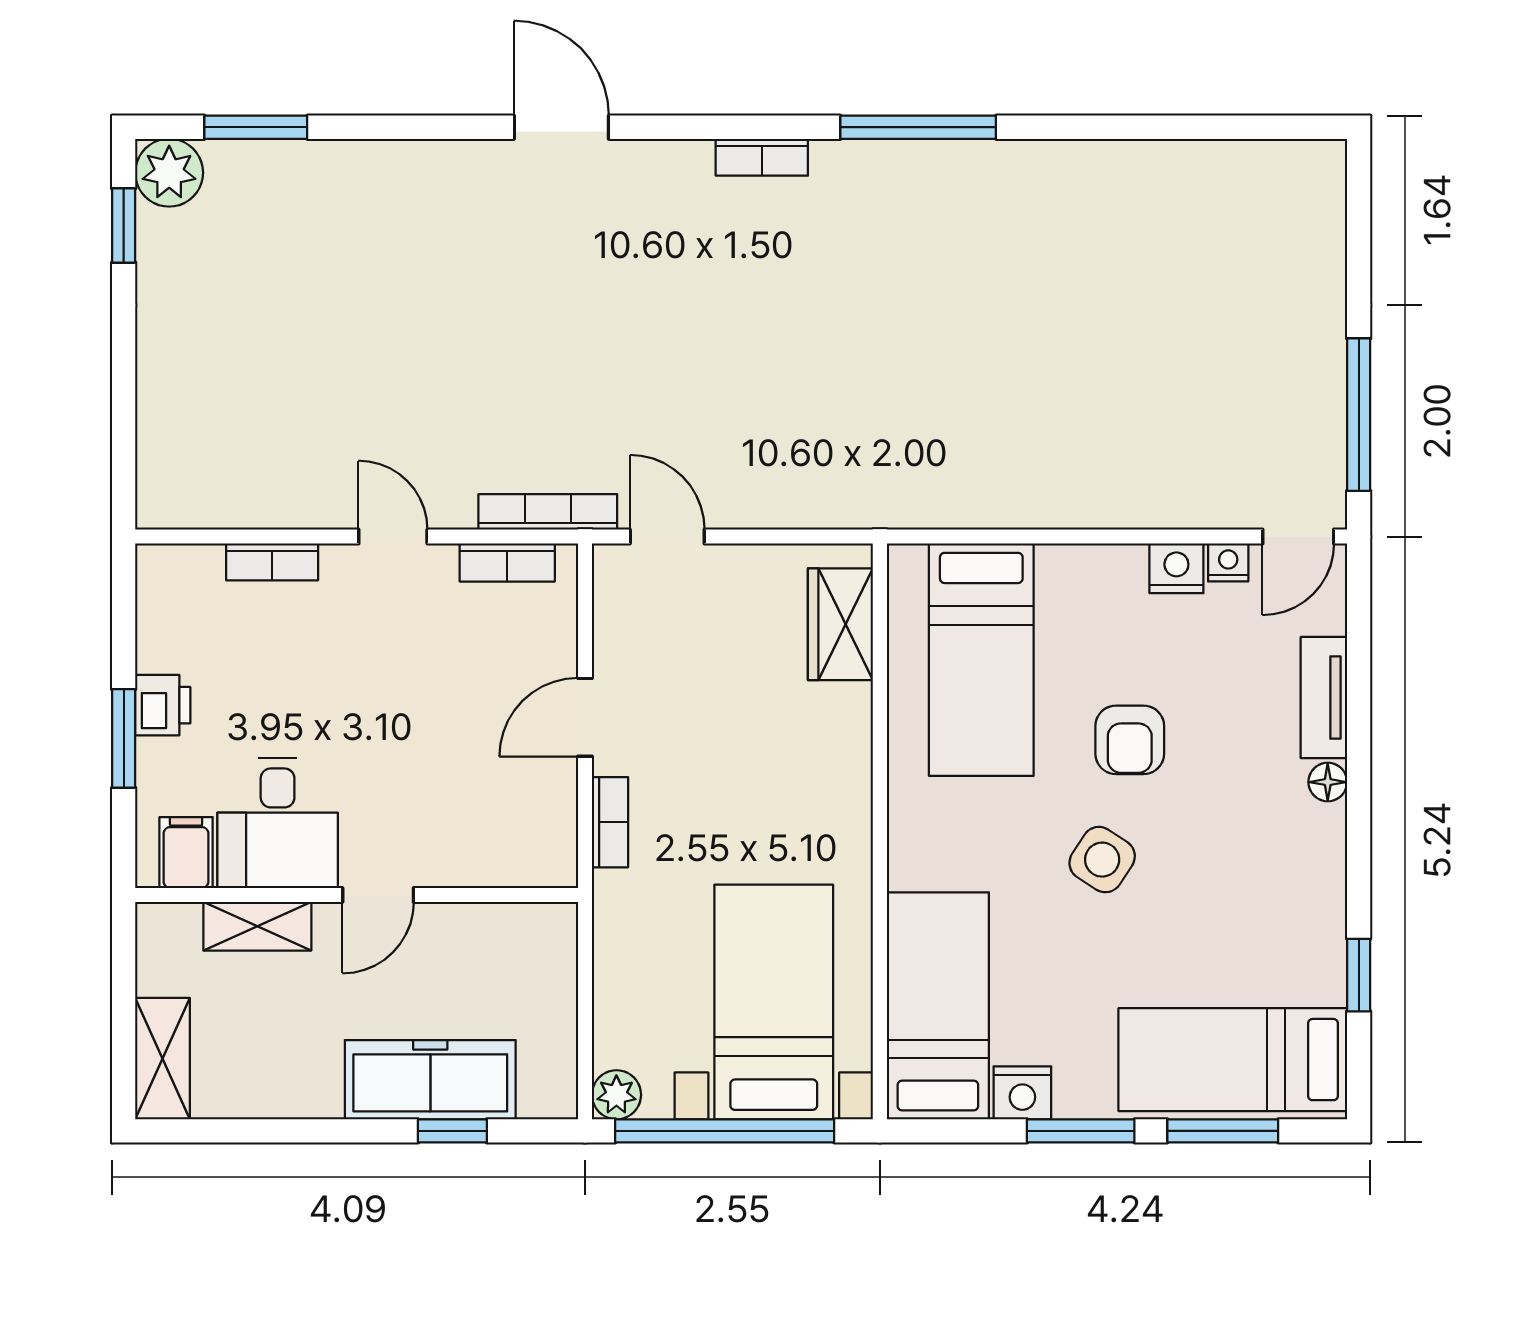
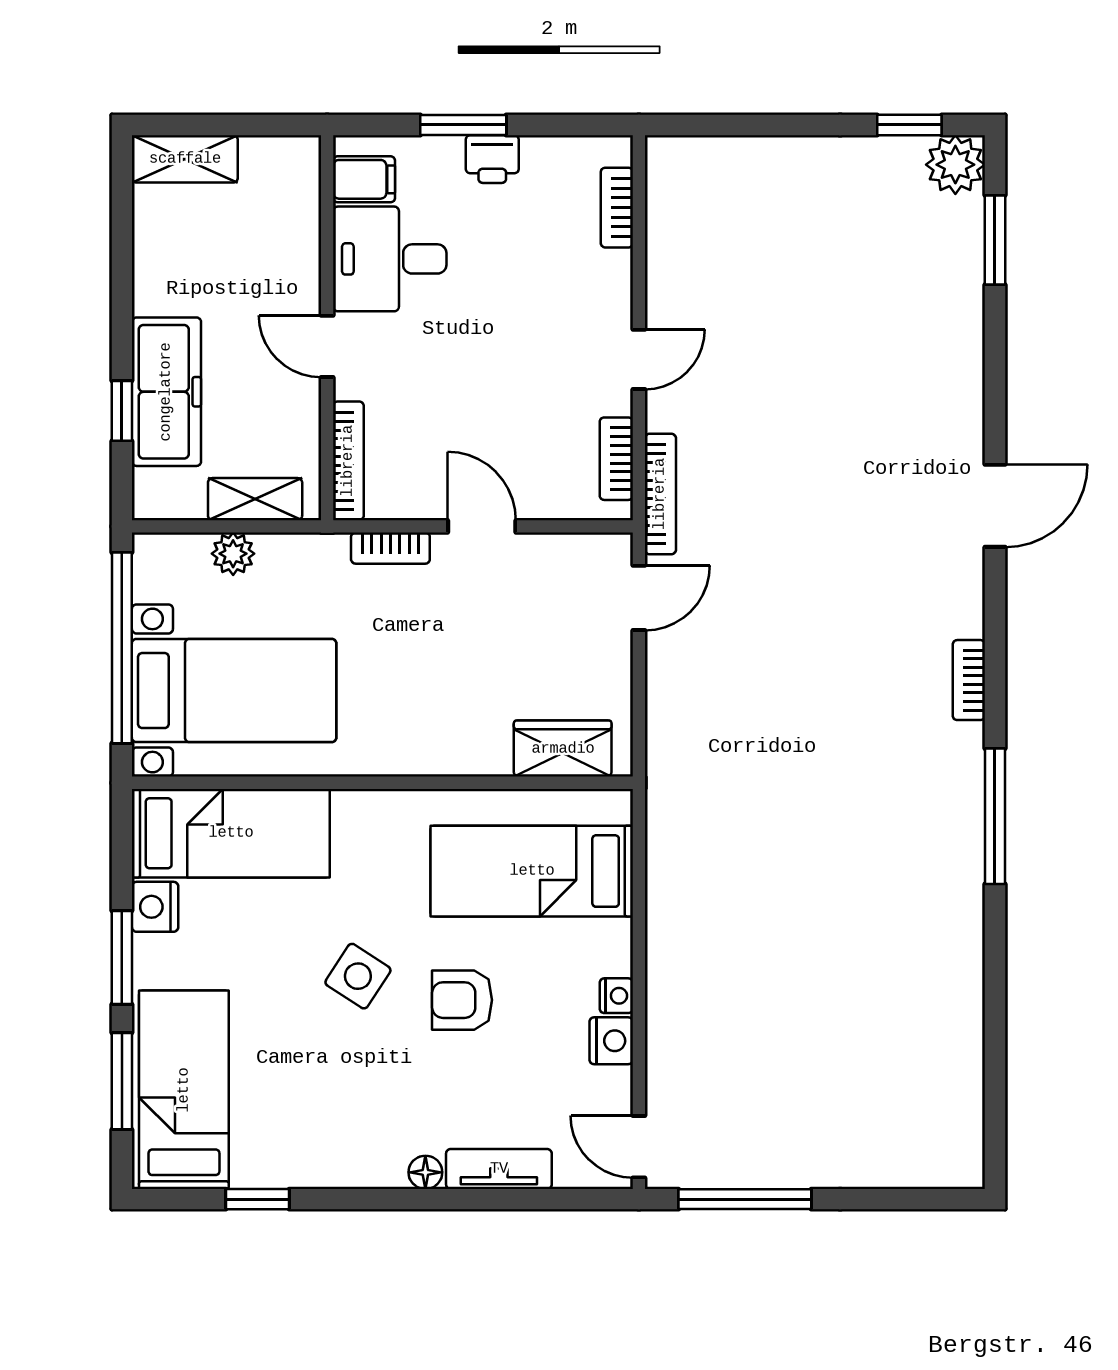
bookcase: (272, 562) -> (617, 208), moved
nightstand: (1228, 562) -> (616, 996), moved
bookcase: (510, 871) -> (348, 461), added
shelving: (257, 926) -> (255, 499), moved, turned 90
plant: (616, 1095) -> (233, 554), moved

